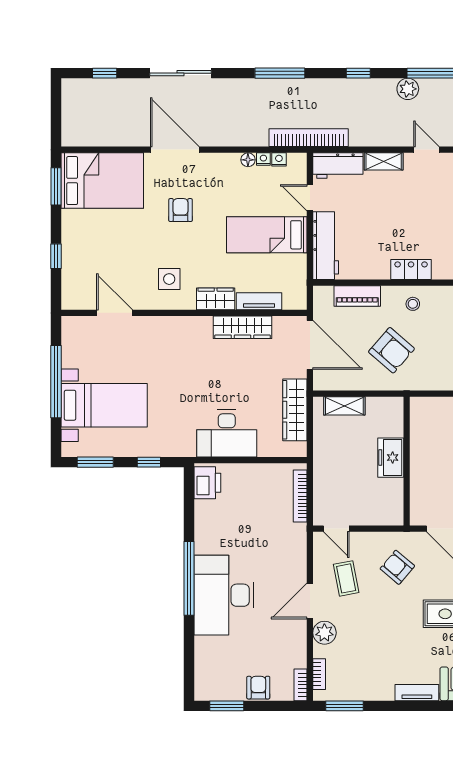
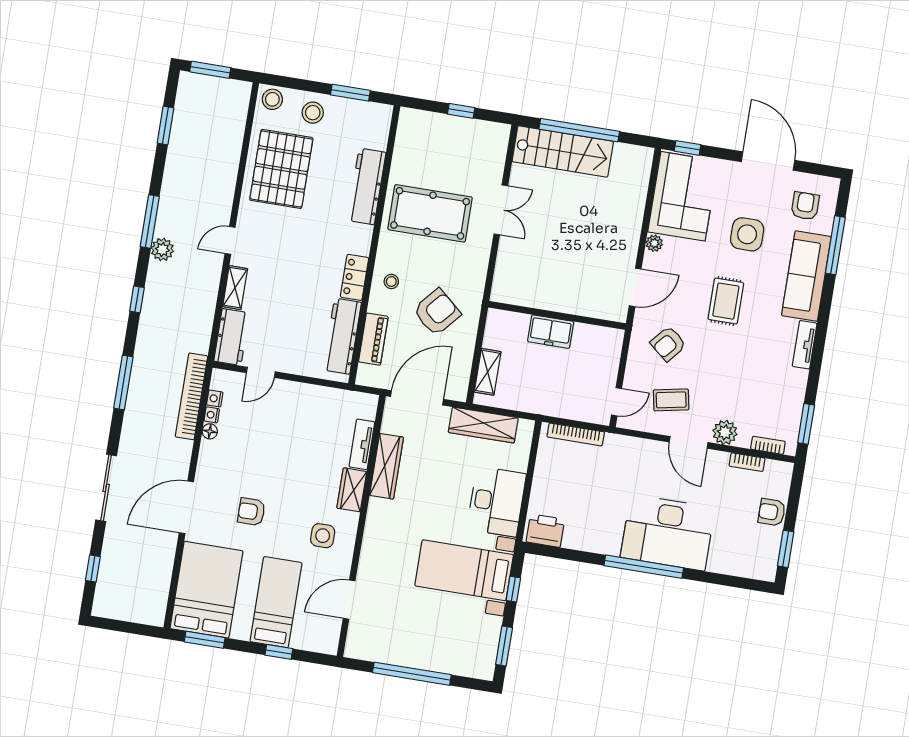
bookcase: (309, 138) -> (191, 396), moved
bed: (267, 235) -> (276, 602), moved, turned 180
workbench: (326, 246) -> (342, 336), moved, turned -90
bed with nightstands: (104, 405) -> (464, 570), moved, turned -90
bookcase: (300, 685) -> (747, 462), moved

